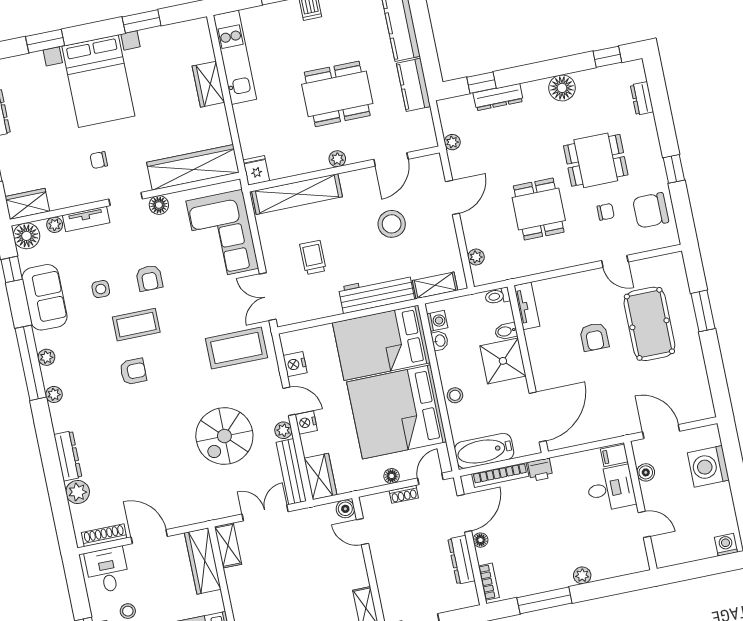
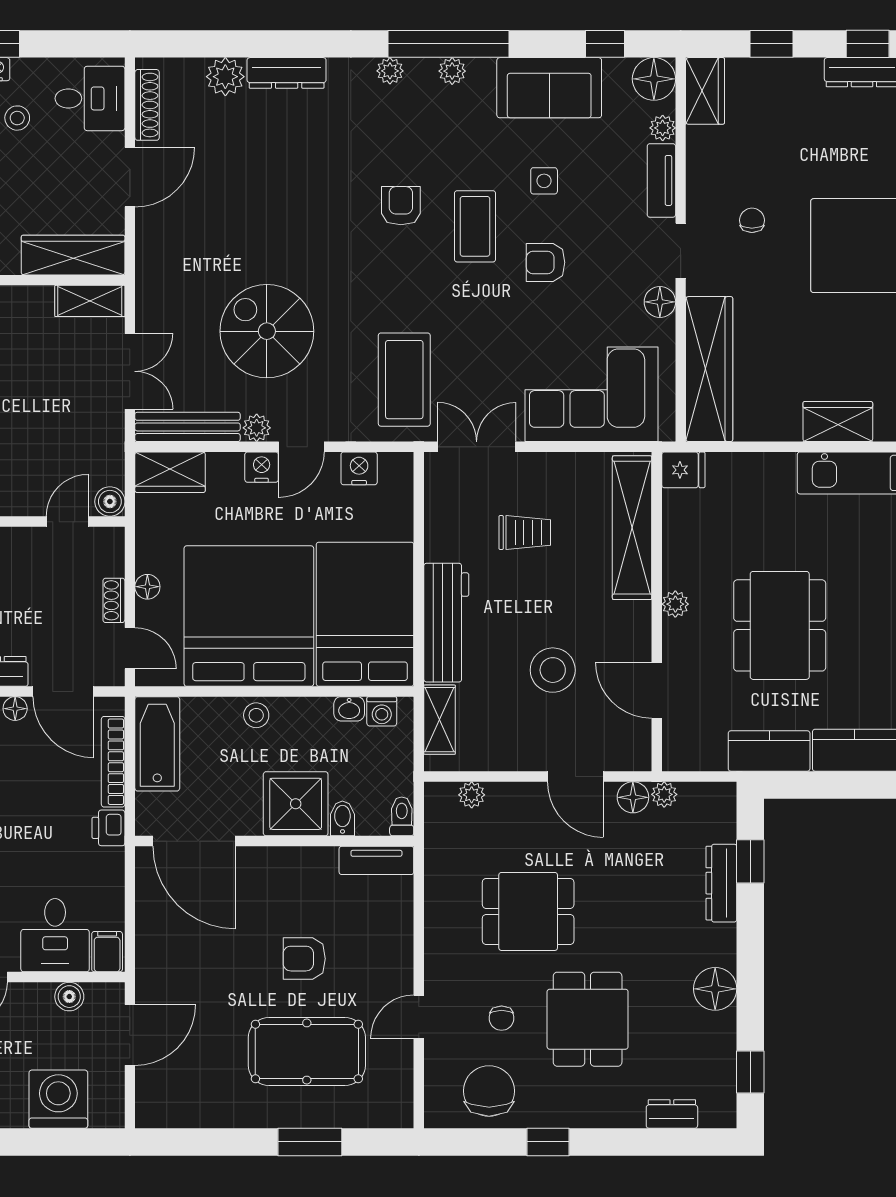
floor lamp: (458, 160) -> (633, 797), added
armchair: (133, 371) -> (401, 206), turned 180

